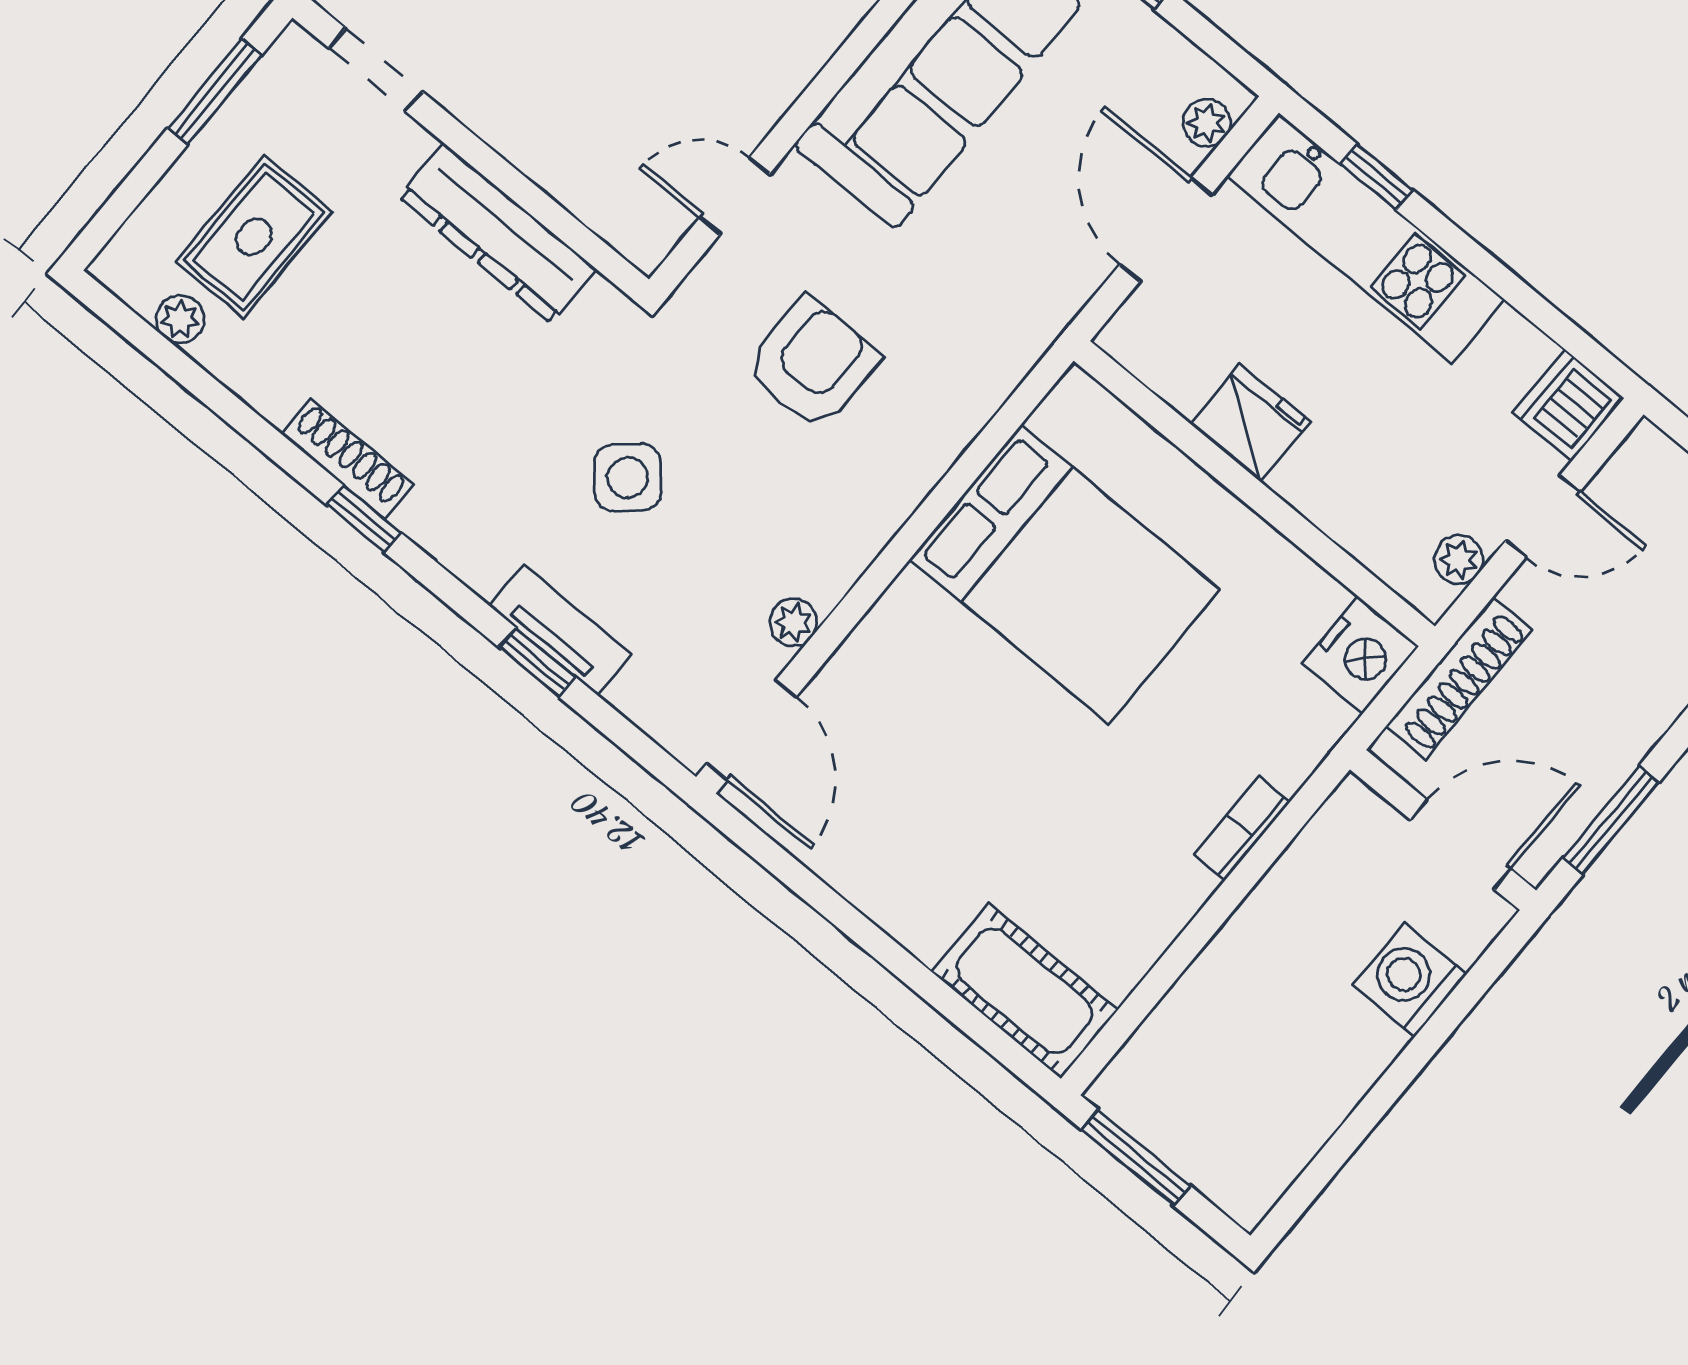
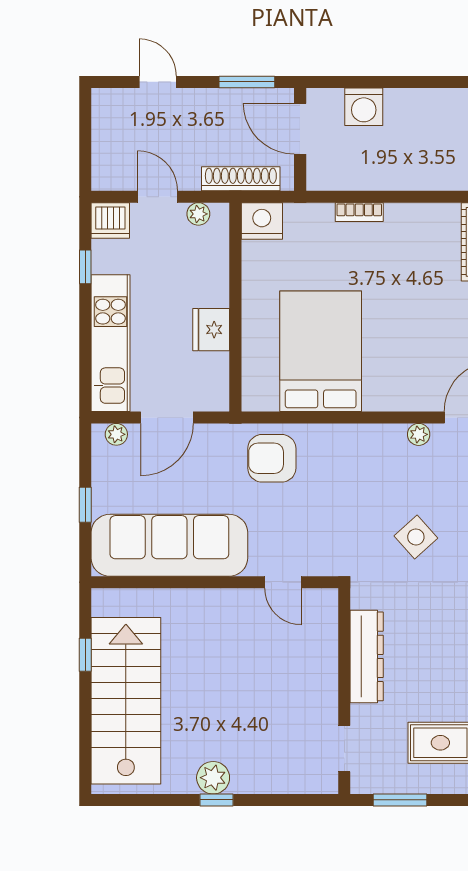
window: (1377, 177) -> (85, 267), moved
armchair: (812, 363) -> (272, 458), moved

